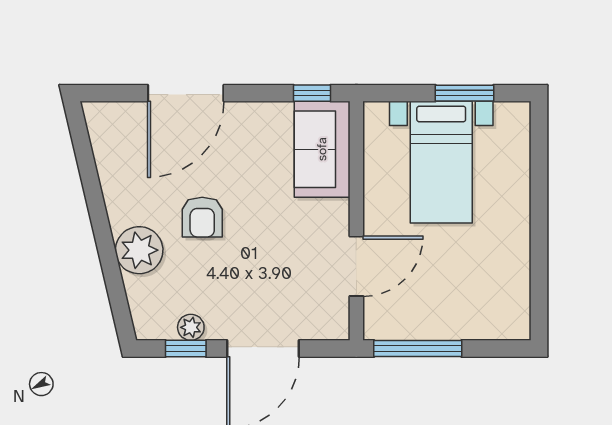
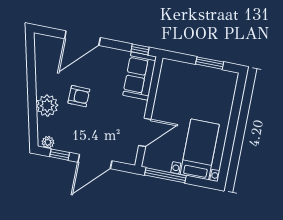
bed with nightstands: (441, 162) -> (200, 149), moved, turned 180
armchair: (202, 217) -> (79, 96), turned -89
plant: (191, 327) -> (48, 142), moved

